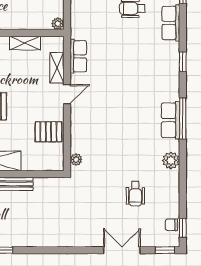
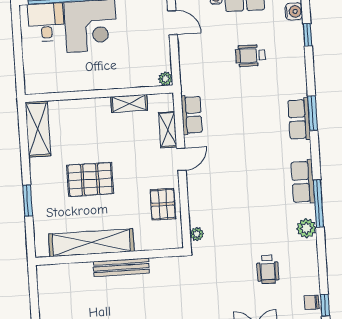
row of seats: (171, 23) -> (299, 119), moved
window: (183, 62) -> (313, 113), width x1.50
window: (183, 119) -> (318, 204), moved
pallet: (48, 132) -> (163, 204), turned 90

